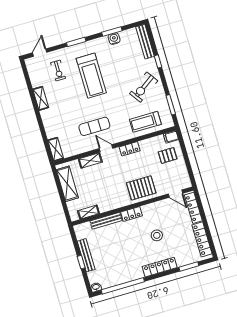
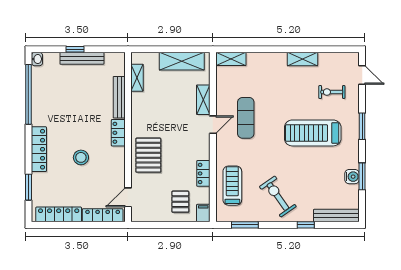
locker: (130, 149) -> (203, 173), moved

